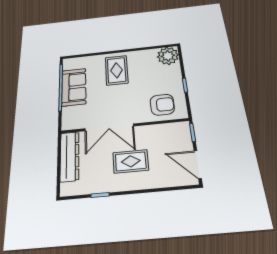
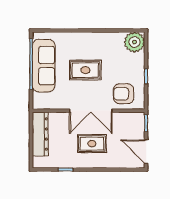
rug: (117, 70) -> (85, 70), moved, turned 90
sofa: (74, 87) -> (44, 66), width x1.36
armchair: (162, 105) -> (124, 94), turned 180
double door: (109, 127) -> (91, 111), moved

